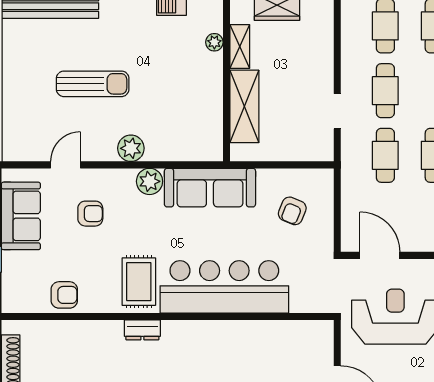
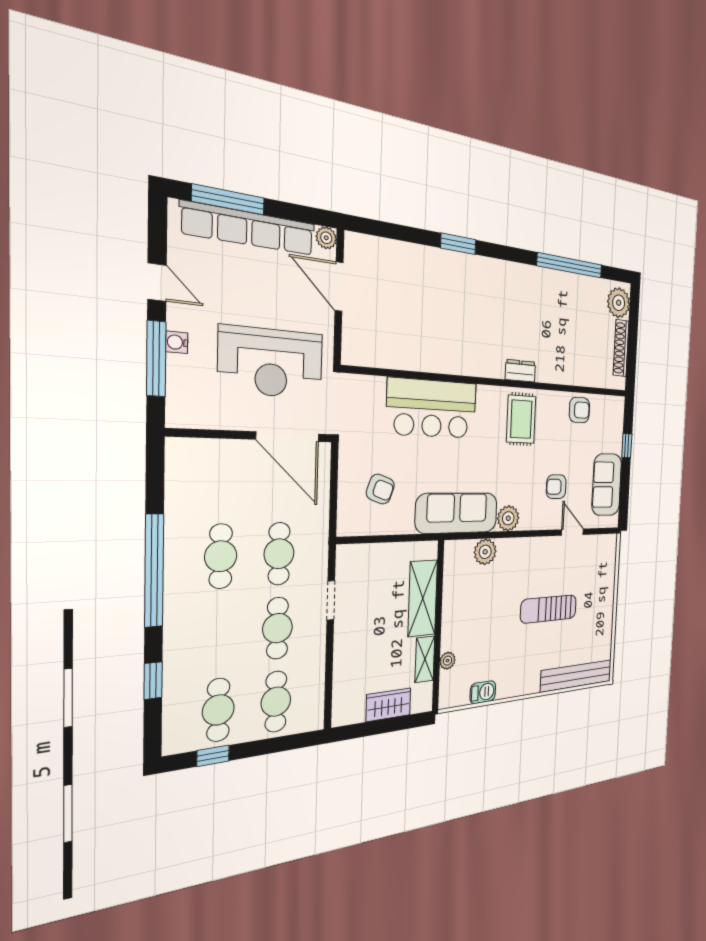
plant: (131, 148) -> (485, 552), moved
door: (66, 165) -> (572, 532), swing flipped
armchair: (292, 211) -> (380, 489), turned 88
door: (380, 255) -> (288, 437), width x1.36
bar counter: (224, 287) -> (432, 408), width x0.73
armchair: (64, 295) -> (579, 410), turned 180

